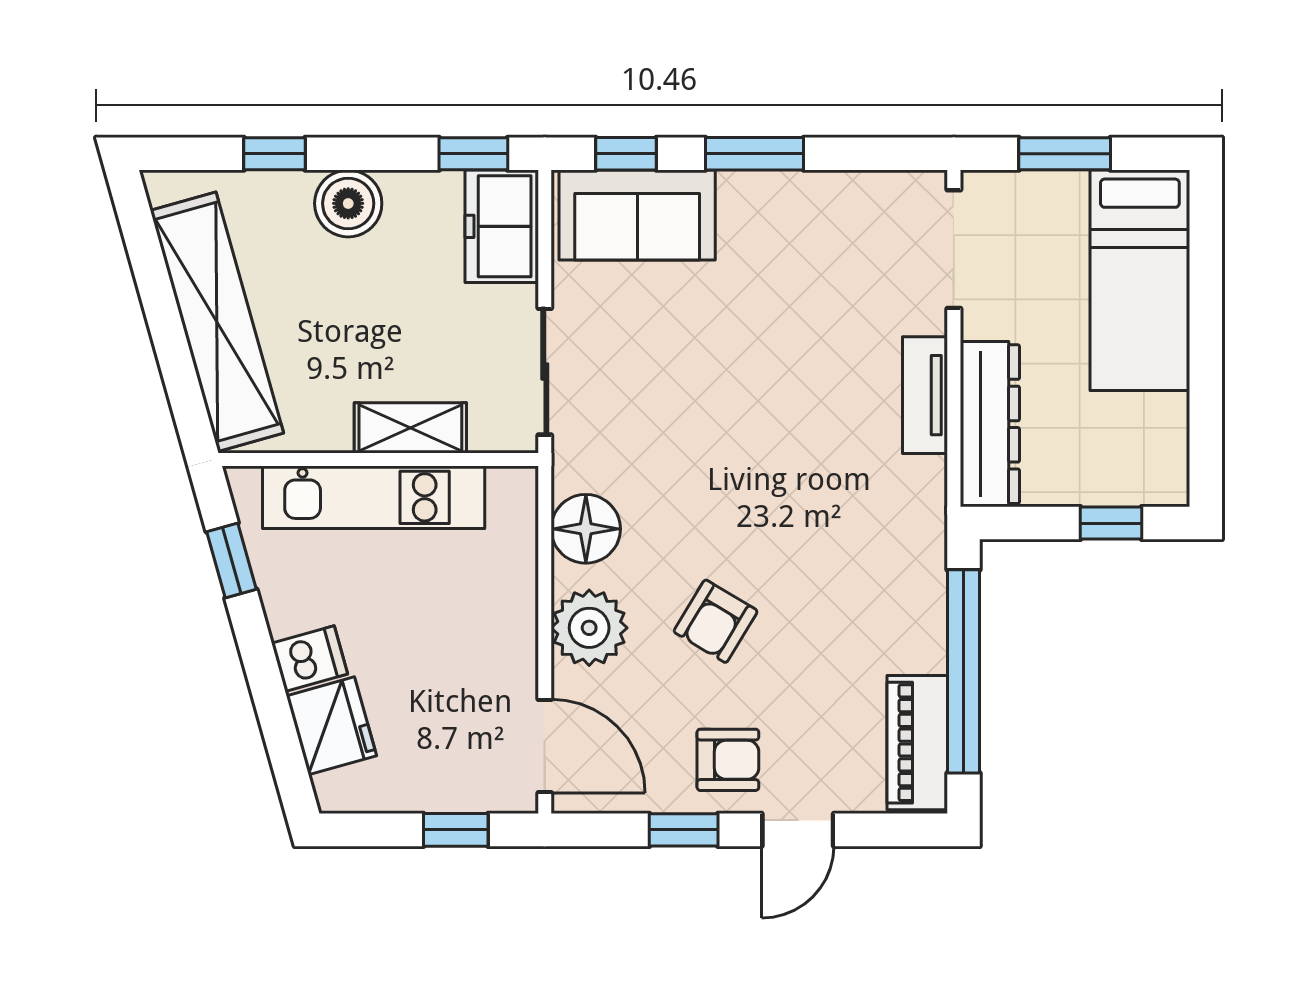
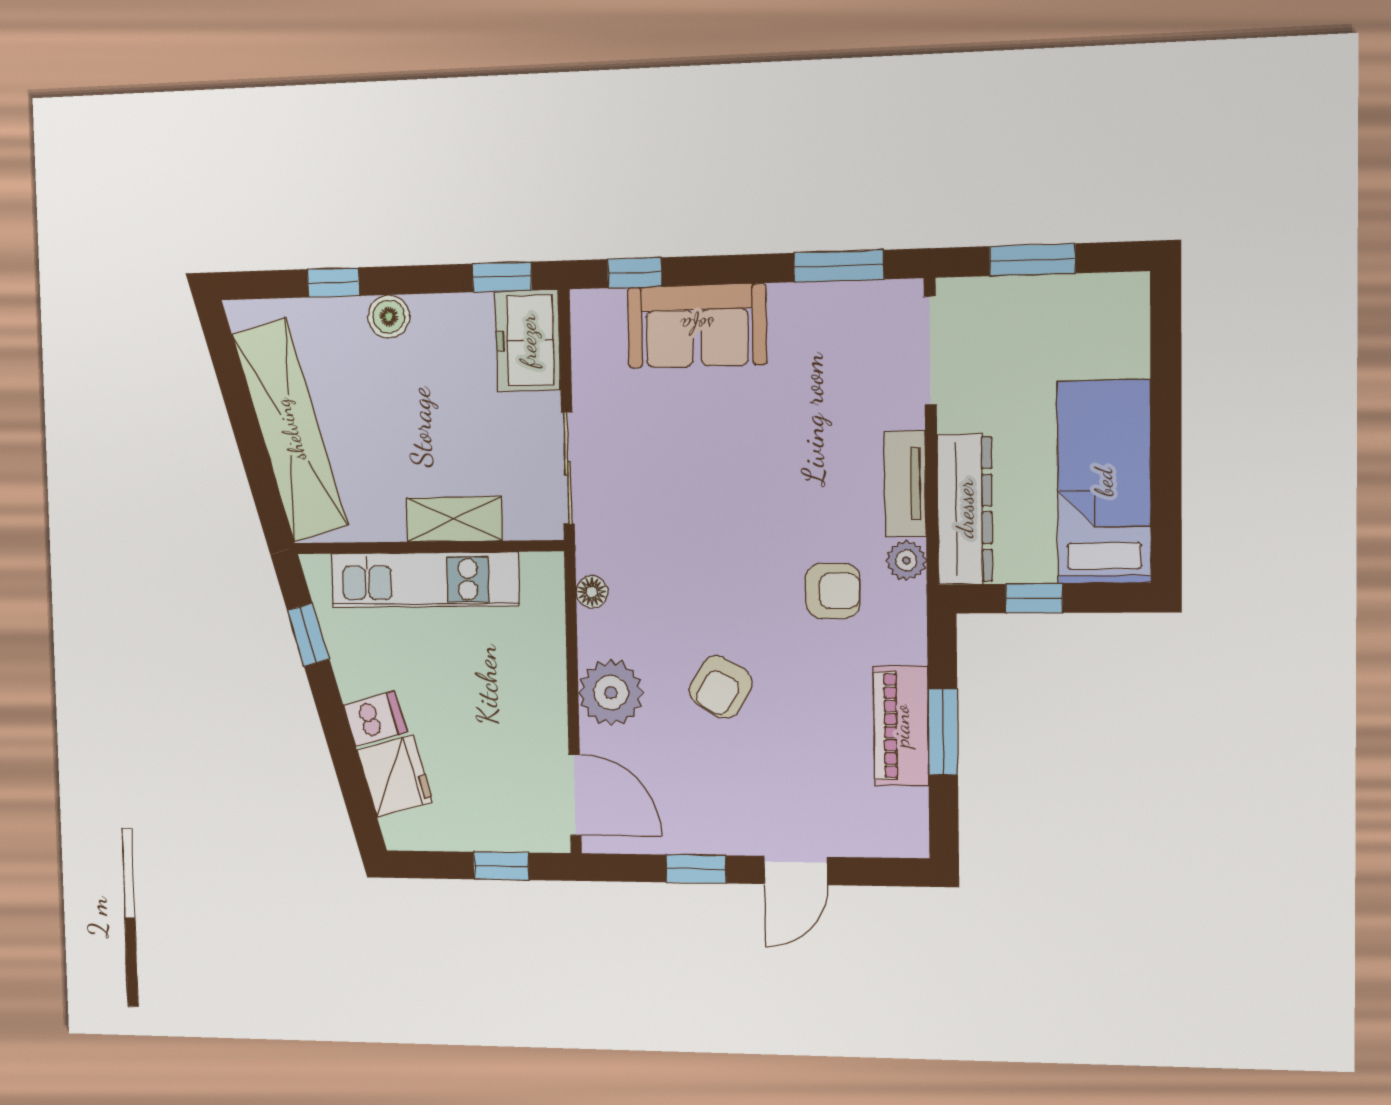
window: (754, 154) -> (839, 266), moved
boiler: (348, 203) -> (389, 317), width x0.73, depth x0.73
sofa: (637, 215) -> (697, 326), moved
bed: (1140, 280) -> (1104, 482), moved, turned 180
plant: (925, 480) -> (906, 561), added
window: (1111, 523) -> (1034, 598), moved
floor lamp: (586, 529) -> (592, 592), width x0.53, depth x0.53
window: (964, 671) -> (943, 732), width x0.47
piano: (917, 743) -> (901, 726), moved
armchair: (728, 760) -> (833, 591), moved

